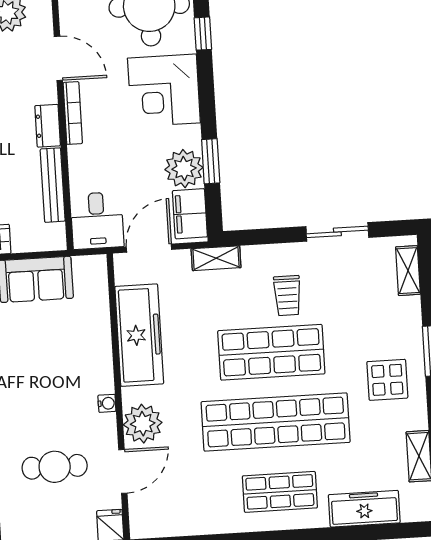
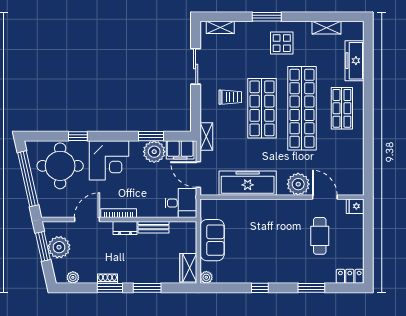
bench: (53, 185) -> (153, 227), width x0.73
water cooler: (107, 403) -> (285, 204), removed

